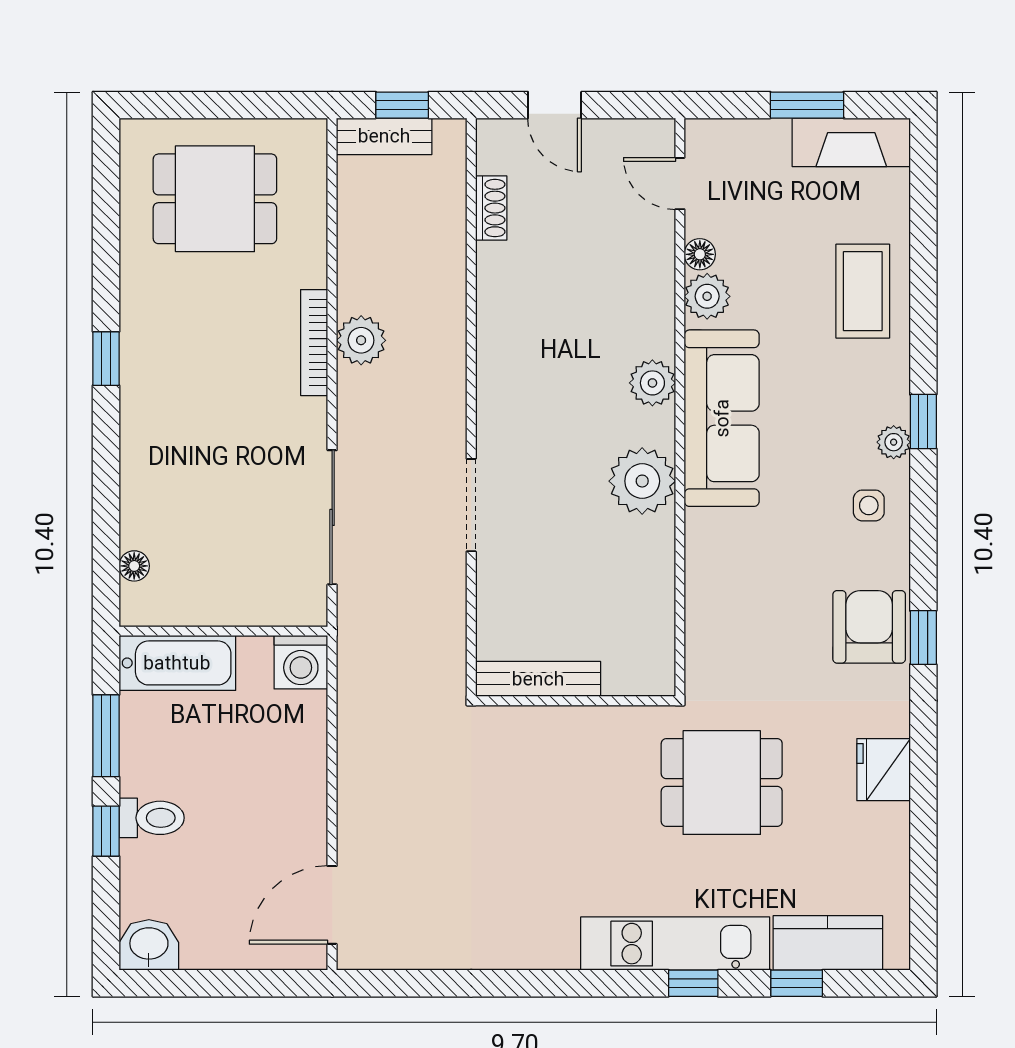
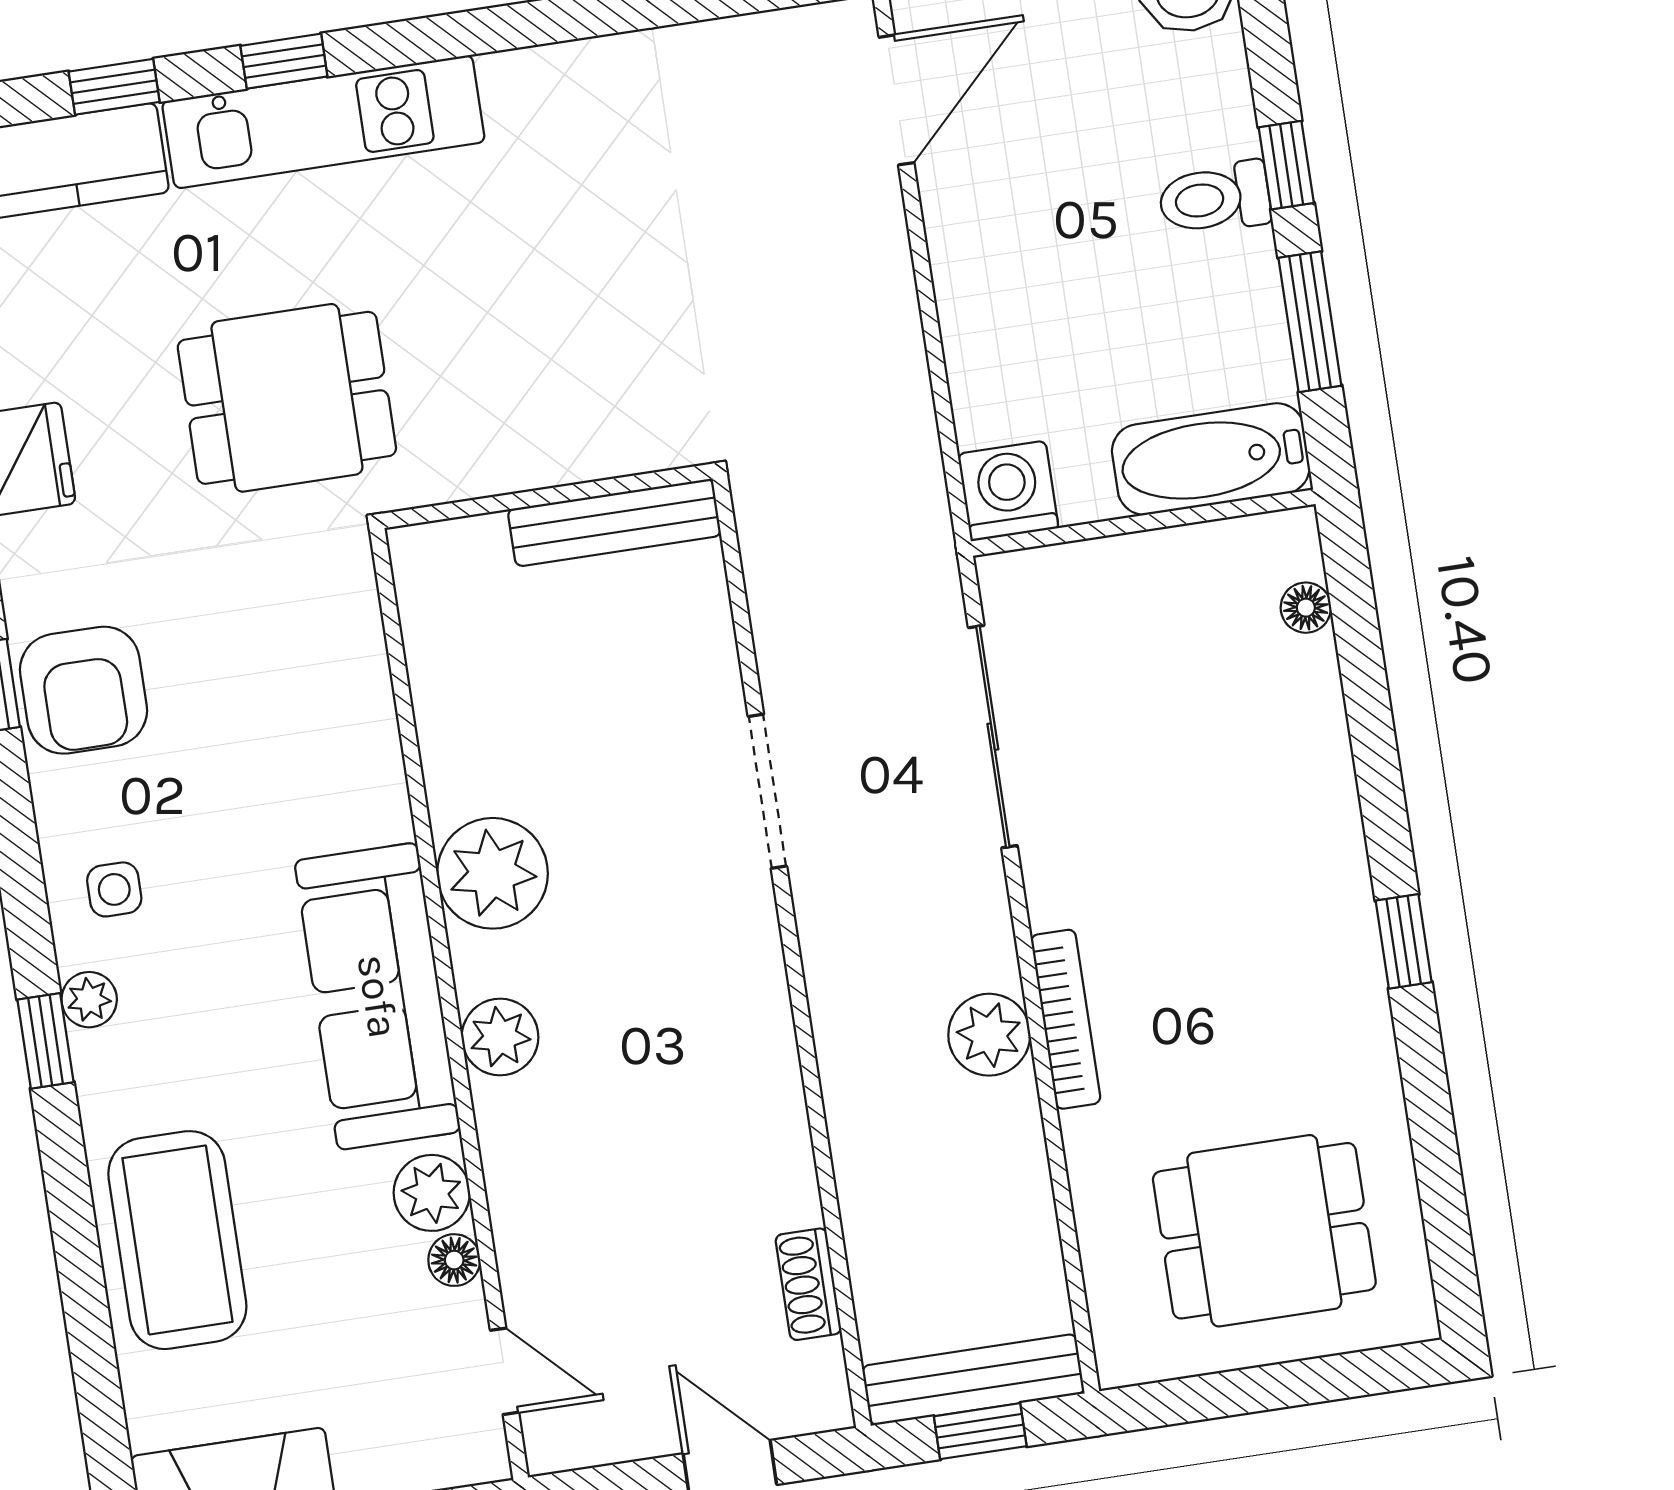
bench: (384, 136) -> (973, 1380), width x1.36
coffee table: (863, 291) -> (177, 1240), width x1.36, depth x1.32

